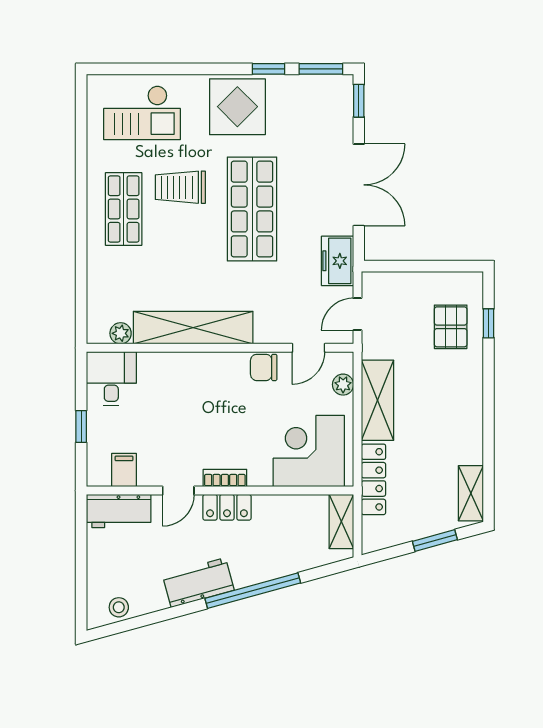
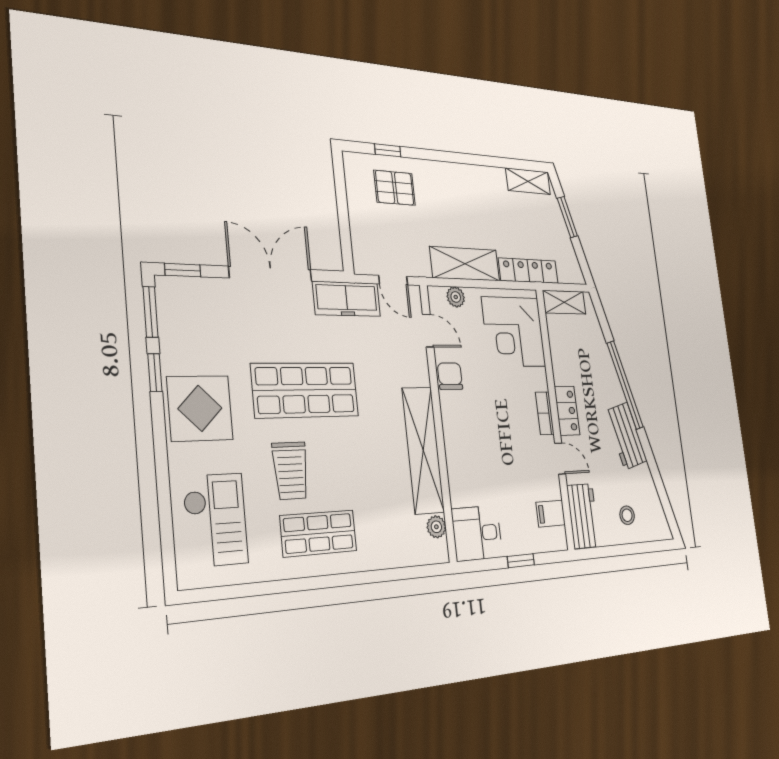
freezer: (338, 261) -> (347, 299), width x1.40
chair: (264, 367) -> (450, 376), turned 180
stool: (119, 607) -> (627, 515), moved

